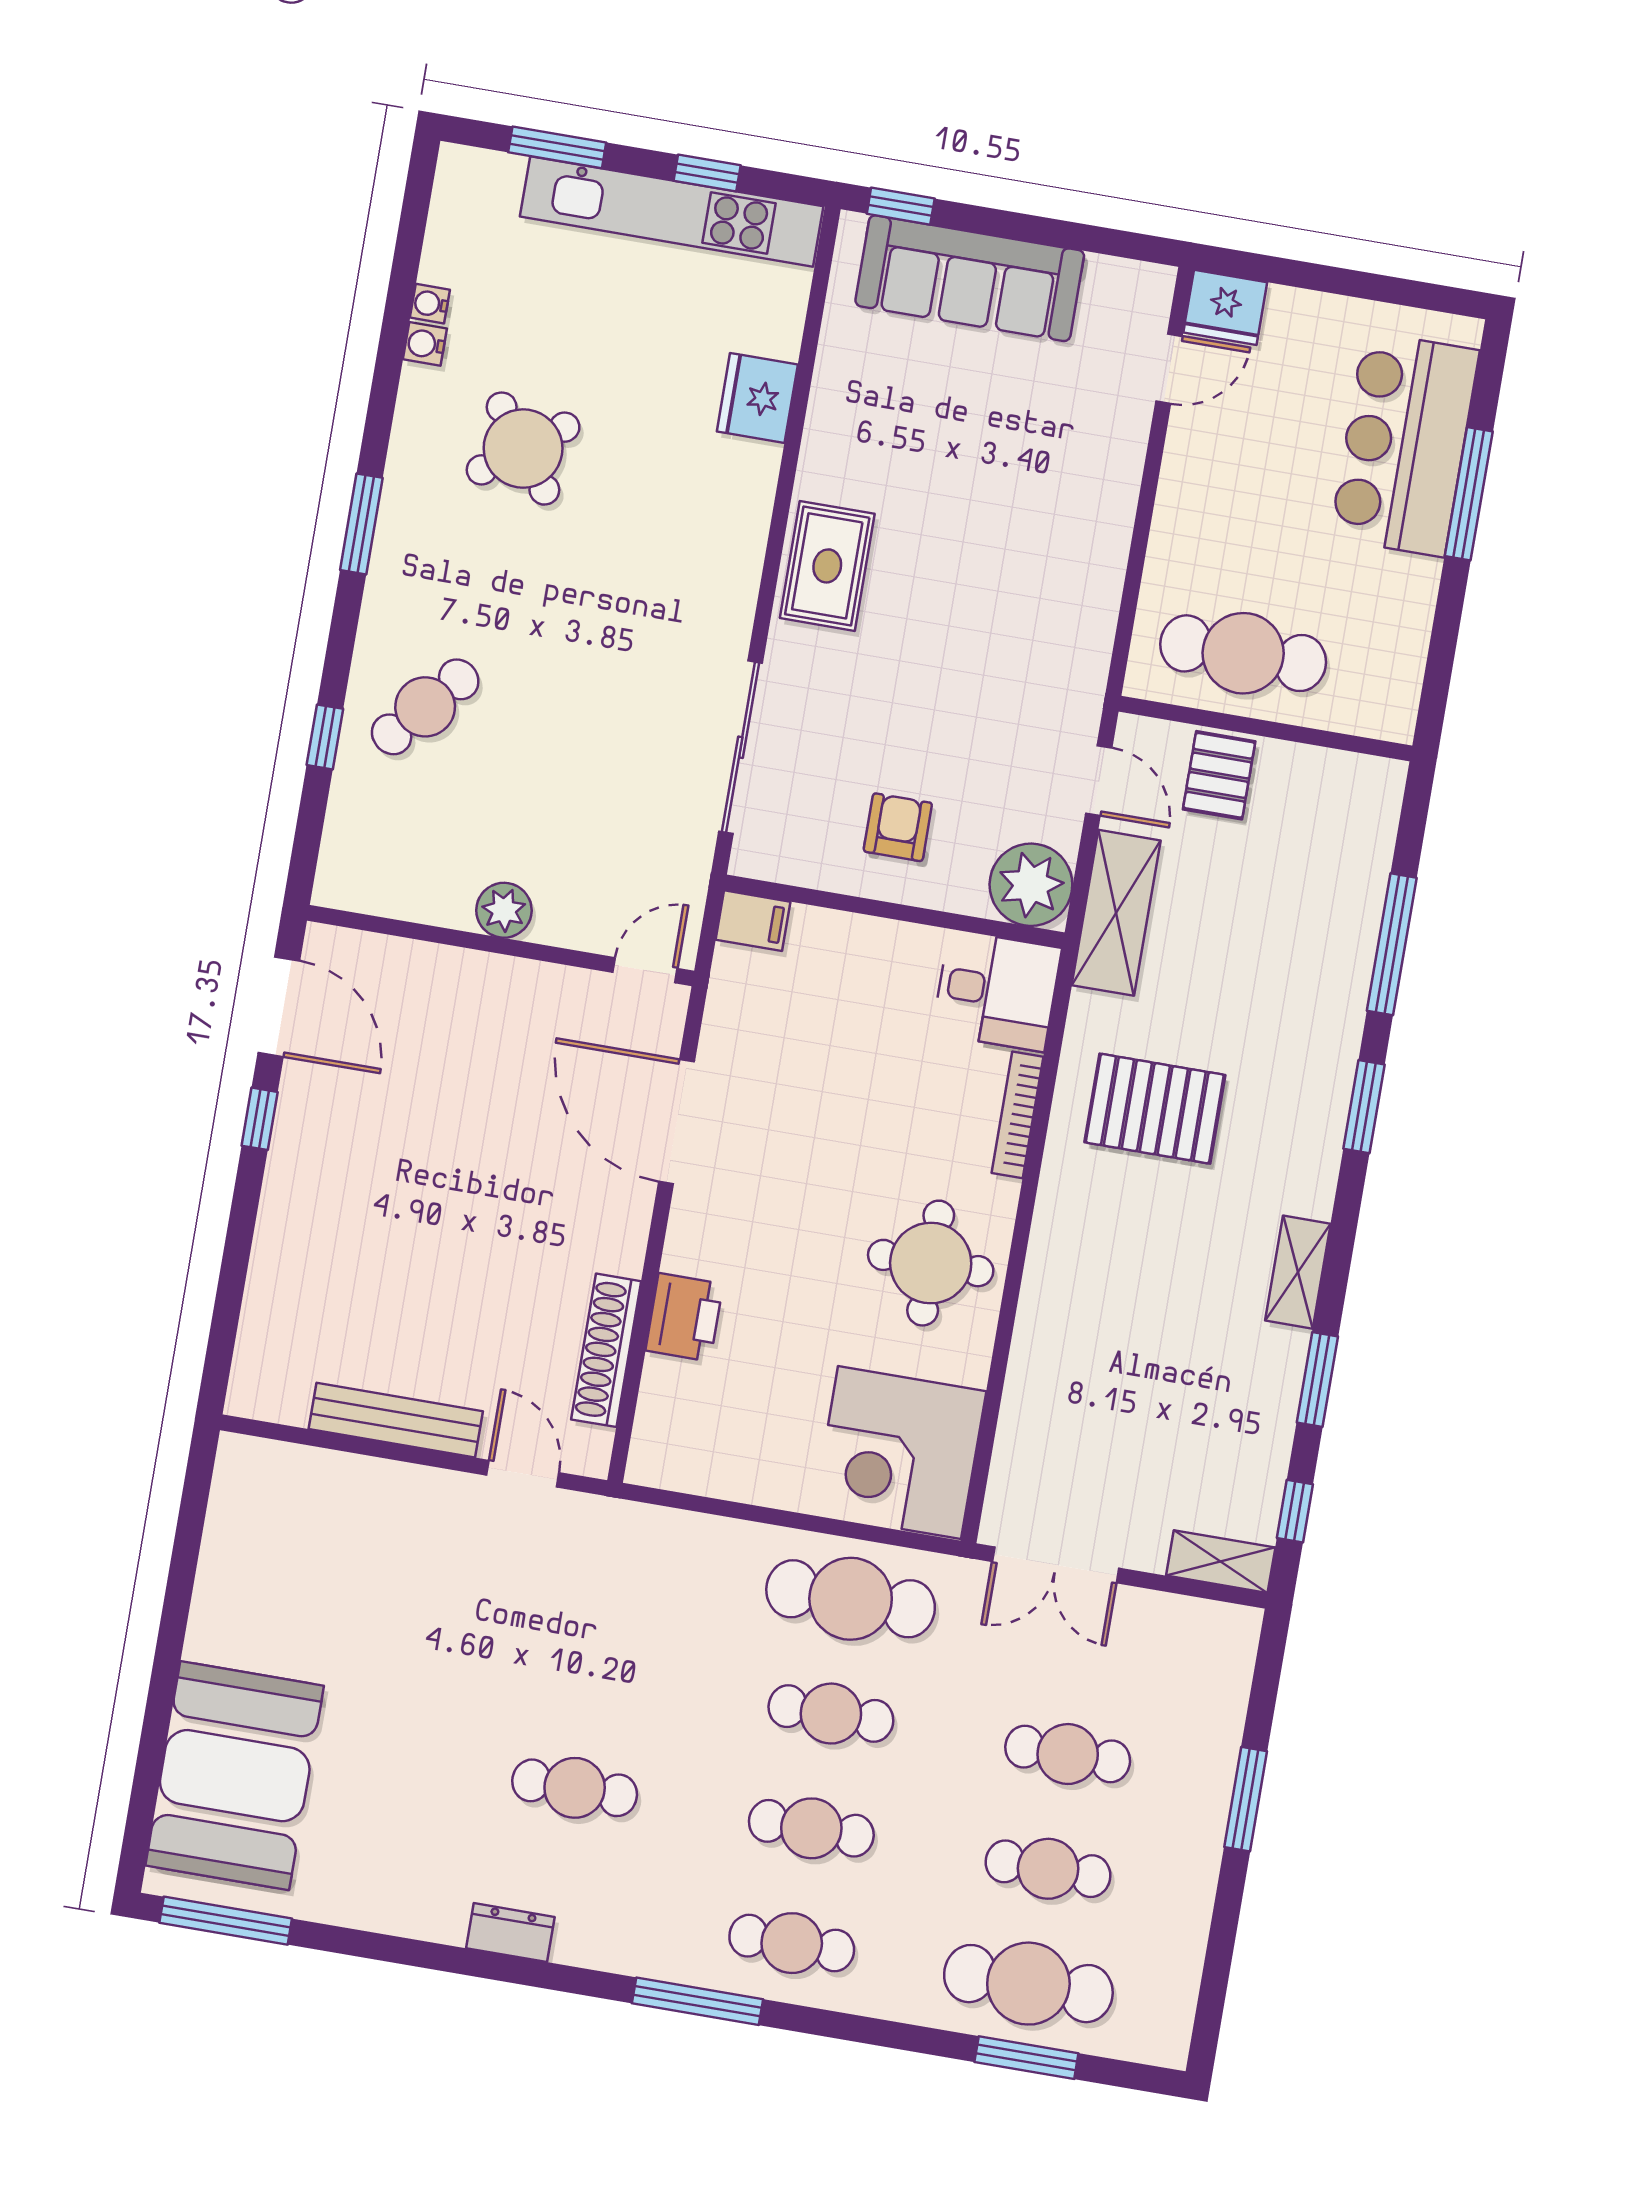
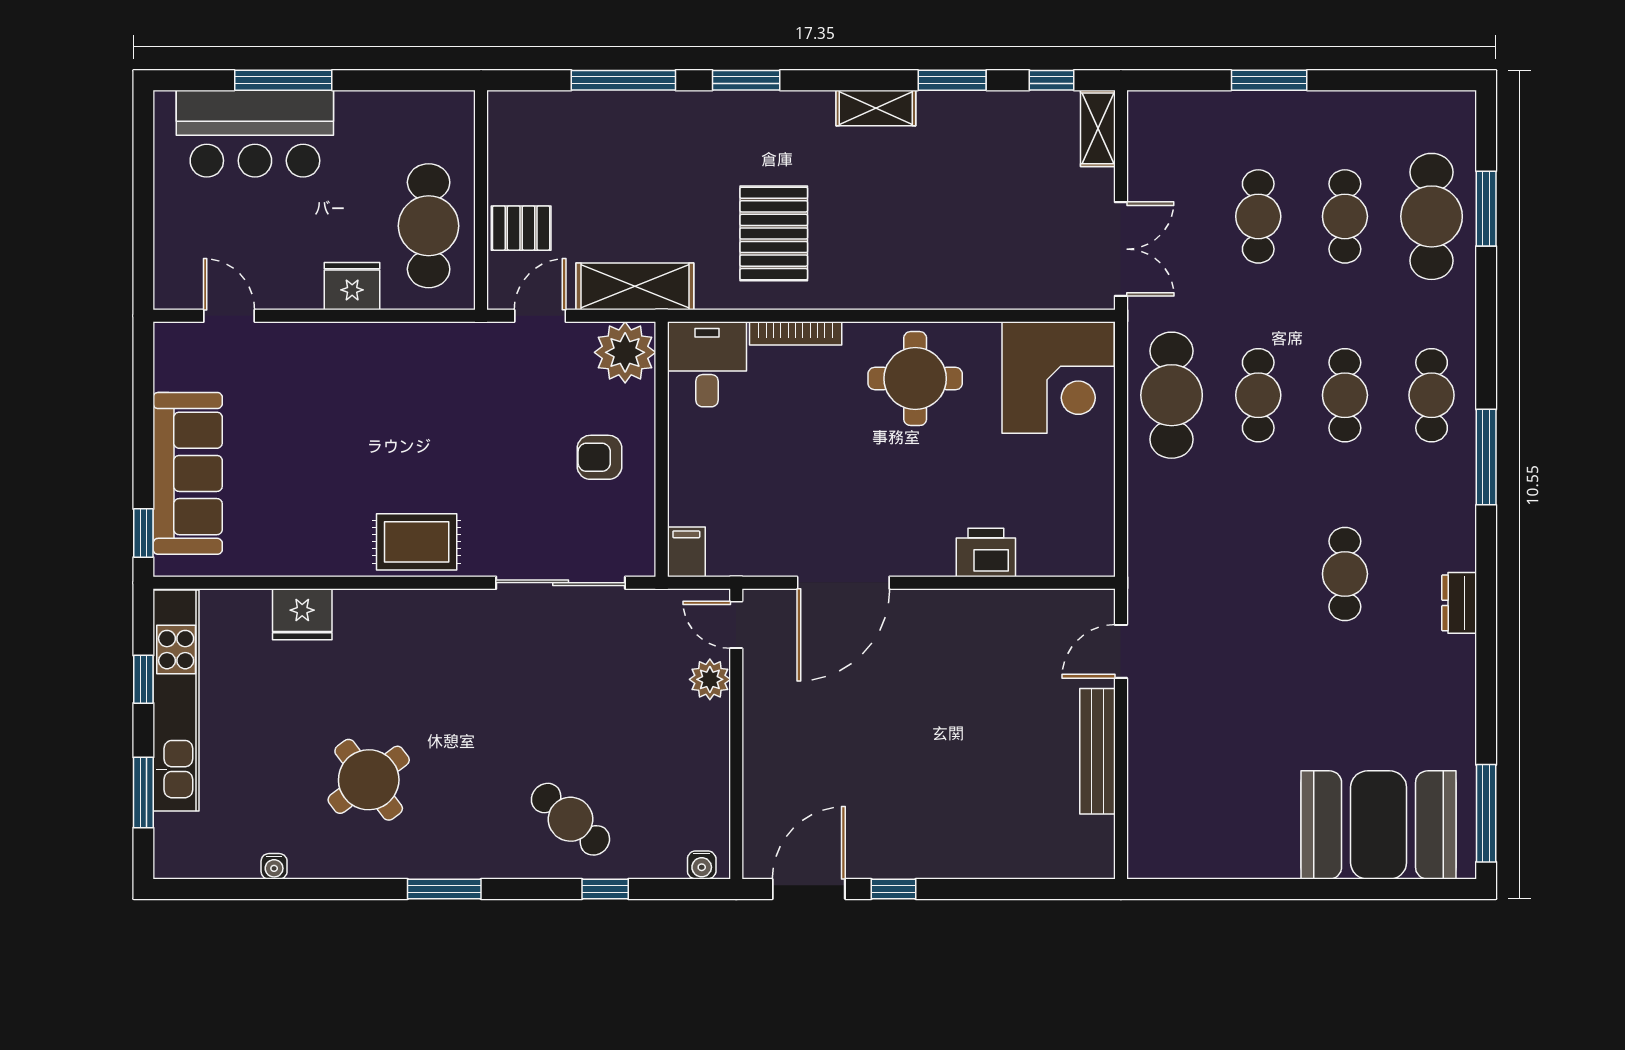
fridge: (1225, 307) -> (352, 286), moved, turned -90
water cooler: (425, 344) -> (702, 865), moved
plant: (504, 910) -> (710, 679), moved
shoe rack: (606, 1350) -> (1020, 606), removed

